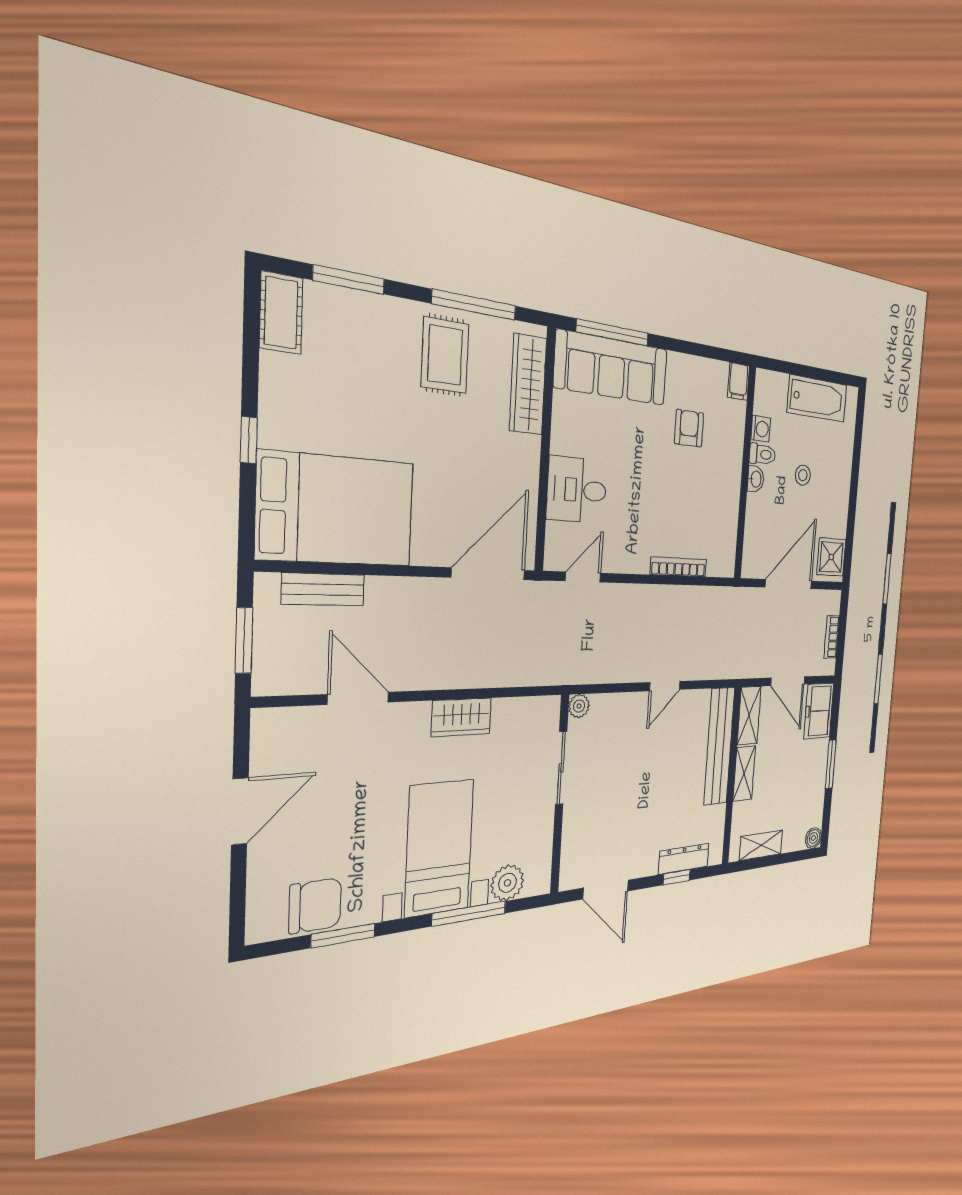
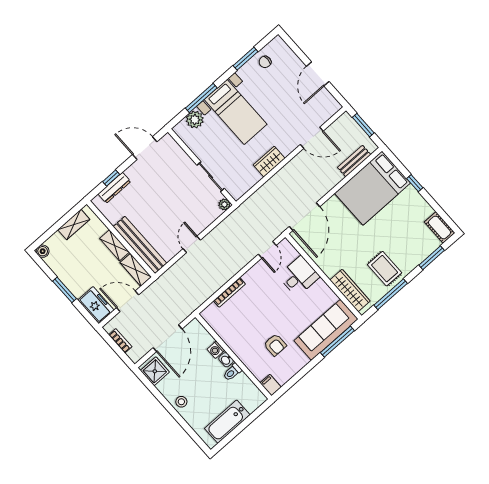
washing machine: (761, 429) -> (216, 350), moved
stool: (803, 475) -> (181, 402), moved
chair: (315, 906) -> (265, 62), width x0.54, depth x0.54

